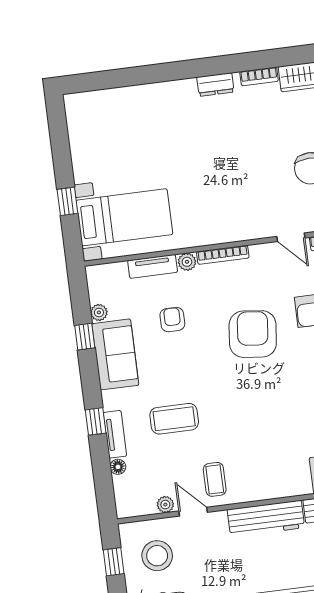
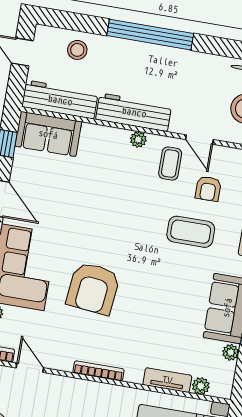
plant: (187, 262) -> (201, 386), moved
armchair: (172, 320) -> (208, 189), moved
plant: (165, 505) -> (138, 140), moved

